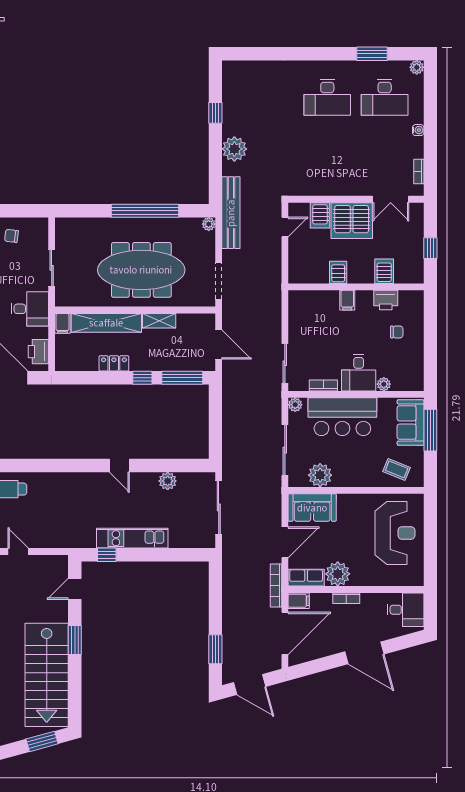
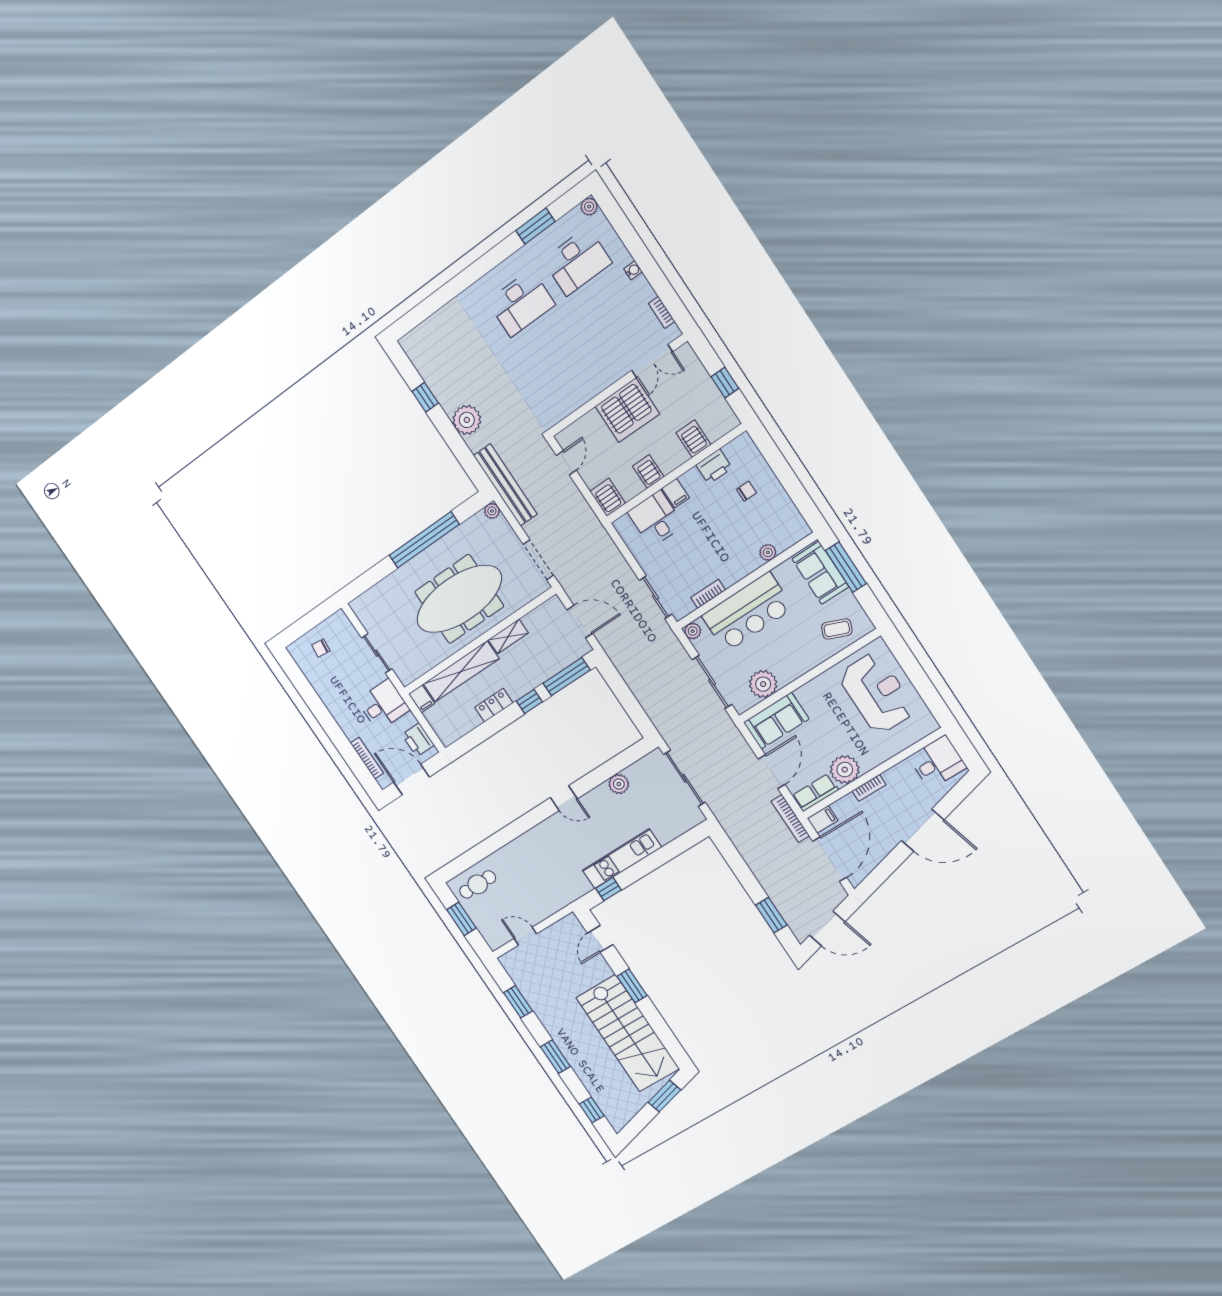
server rack: (320, 215) -> (608, 497), moved, turned 180
desk: (359, 373) -> (656, 519), moved, turned 180

